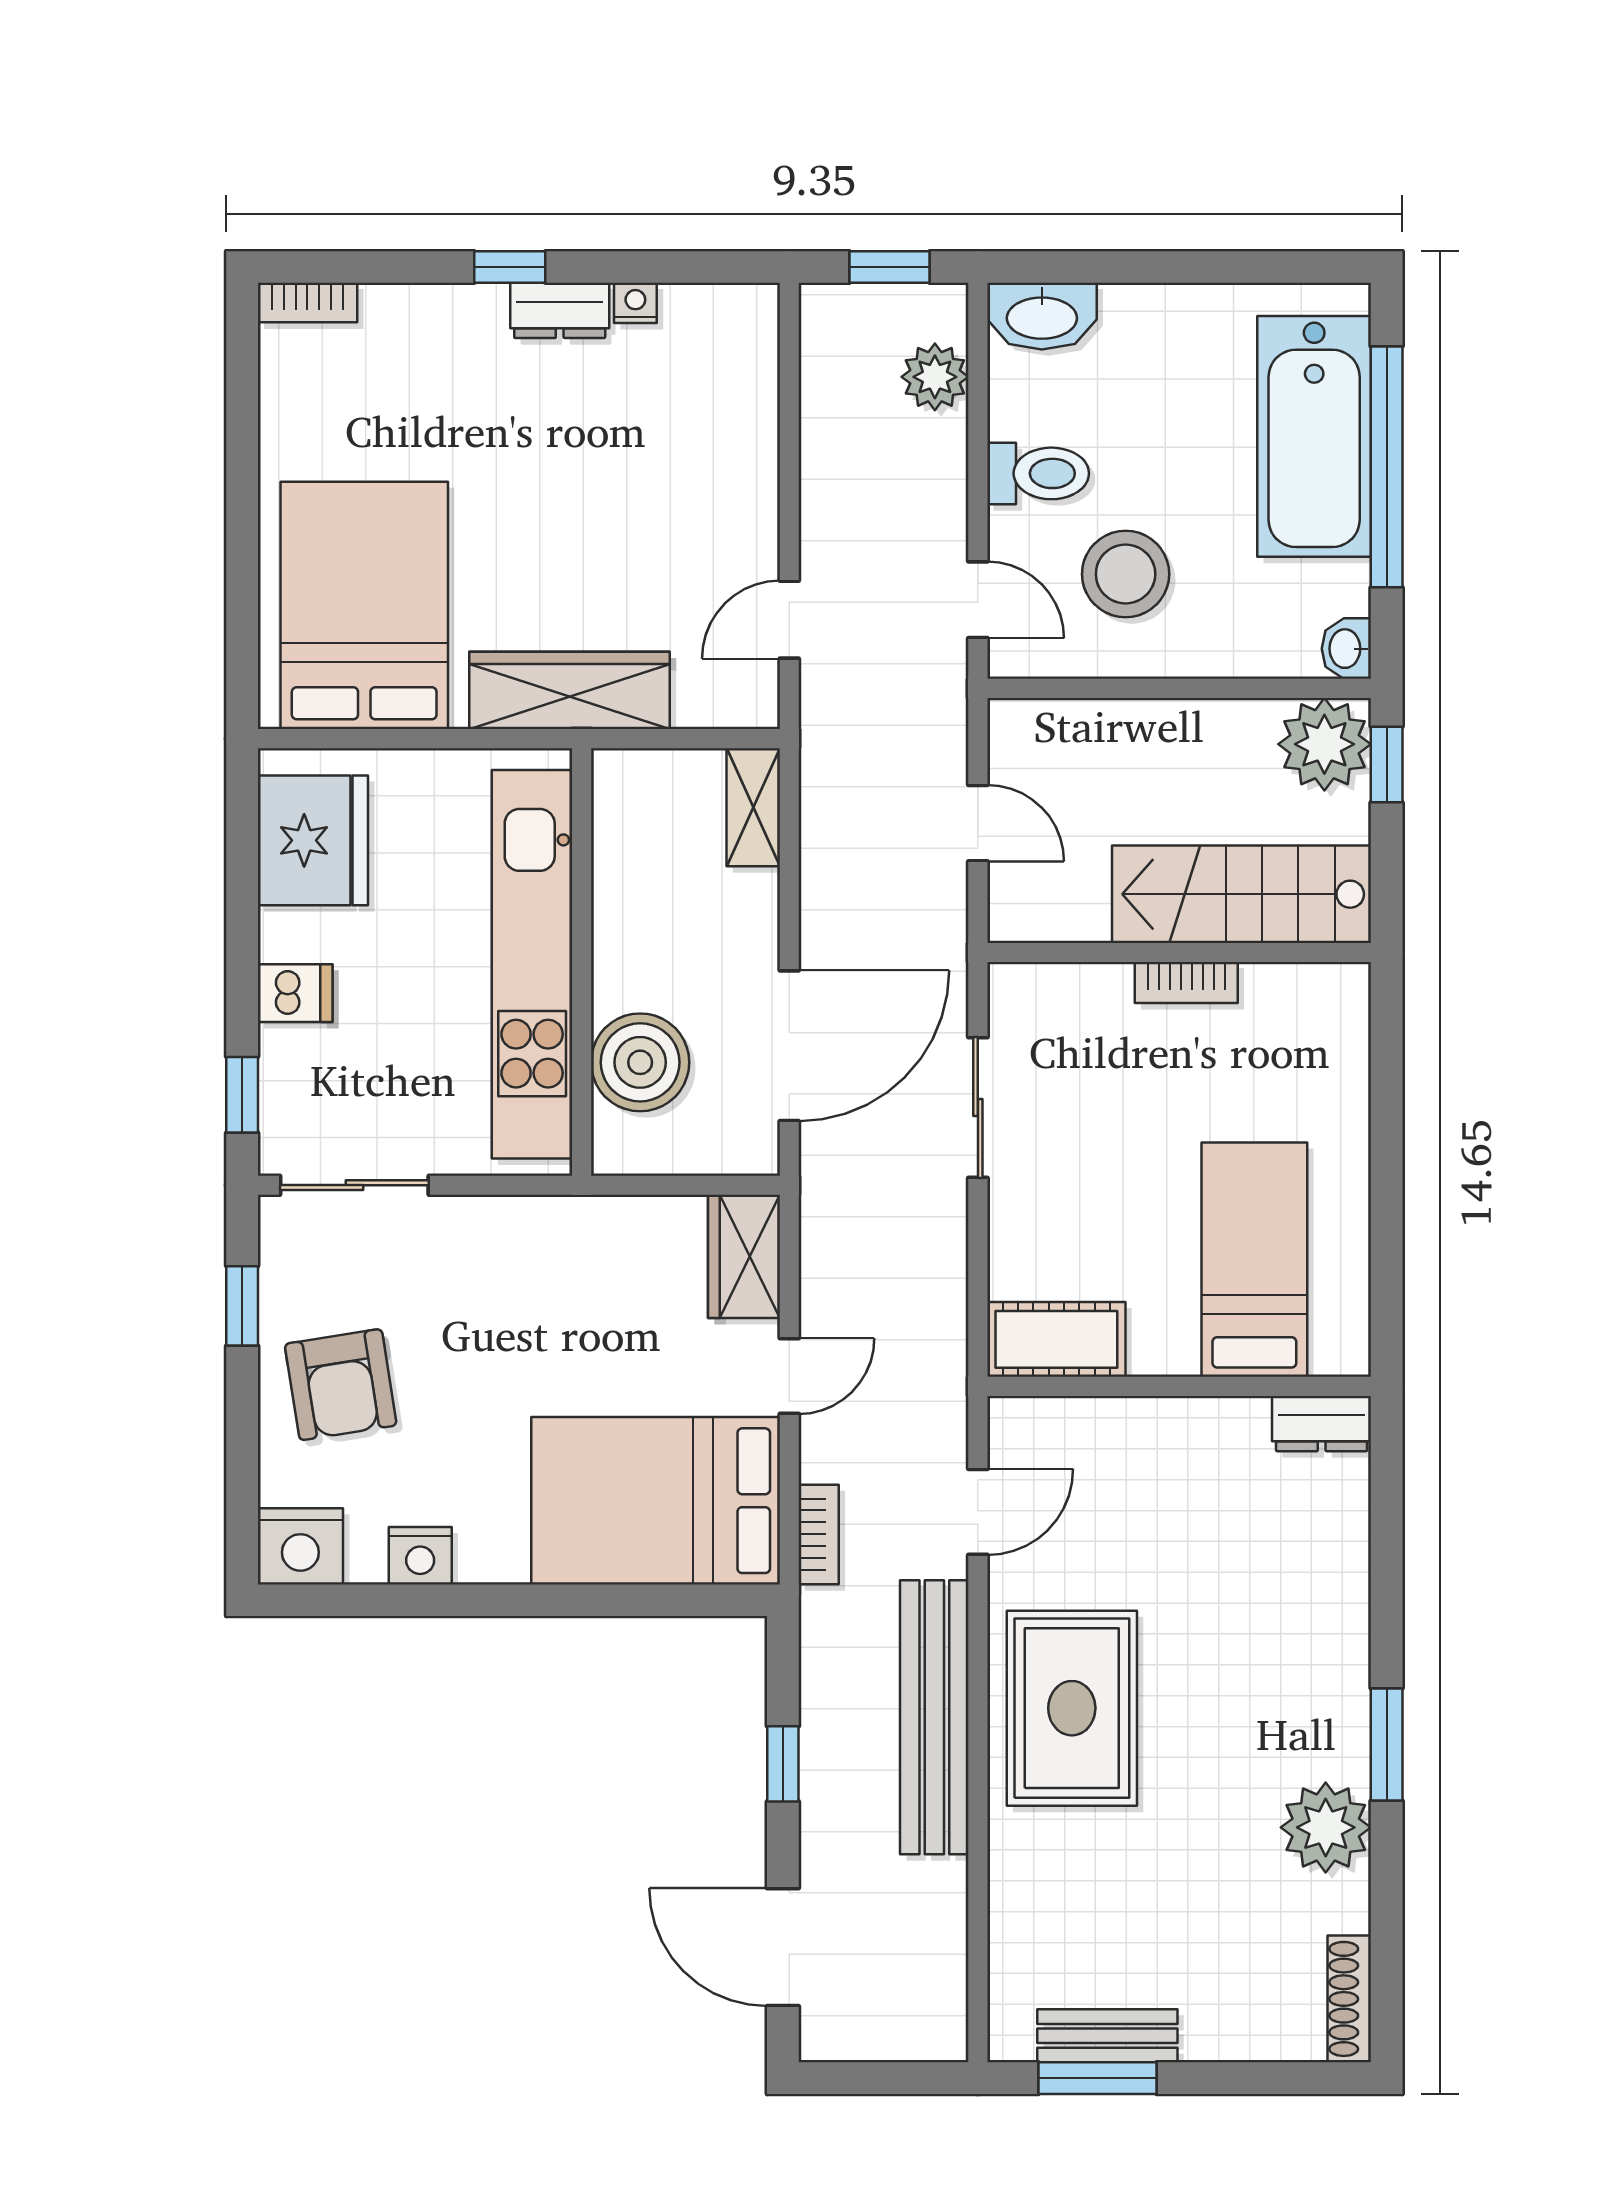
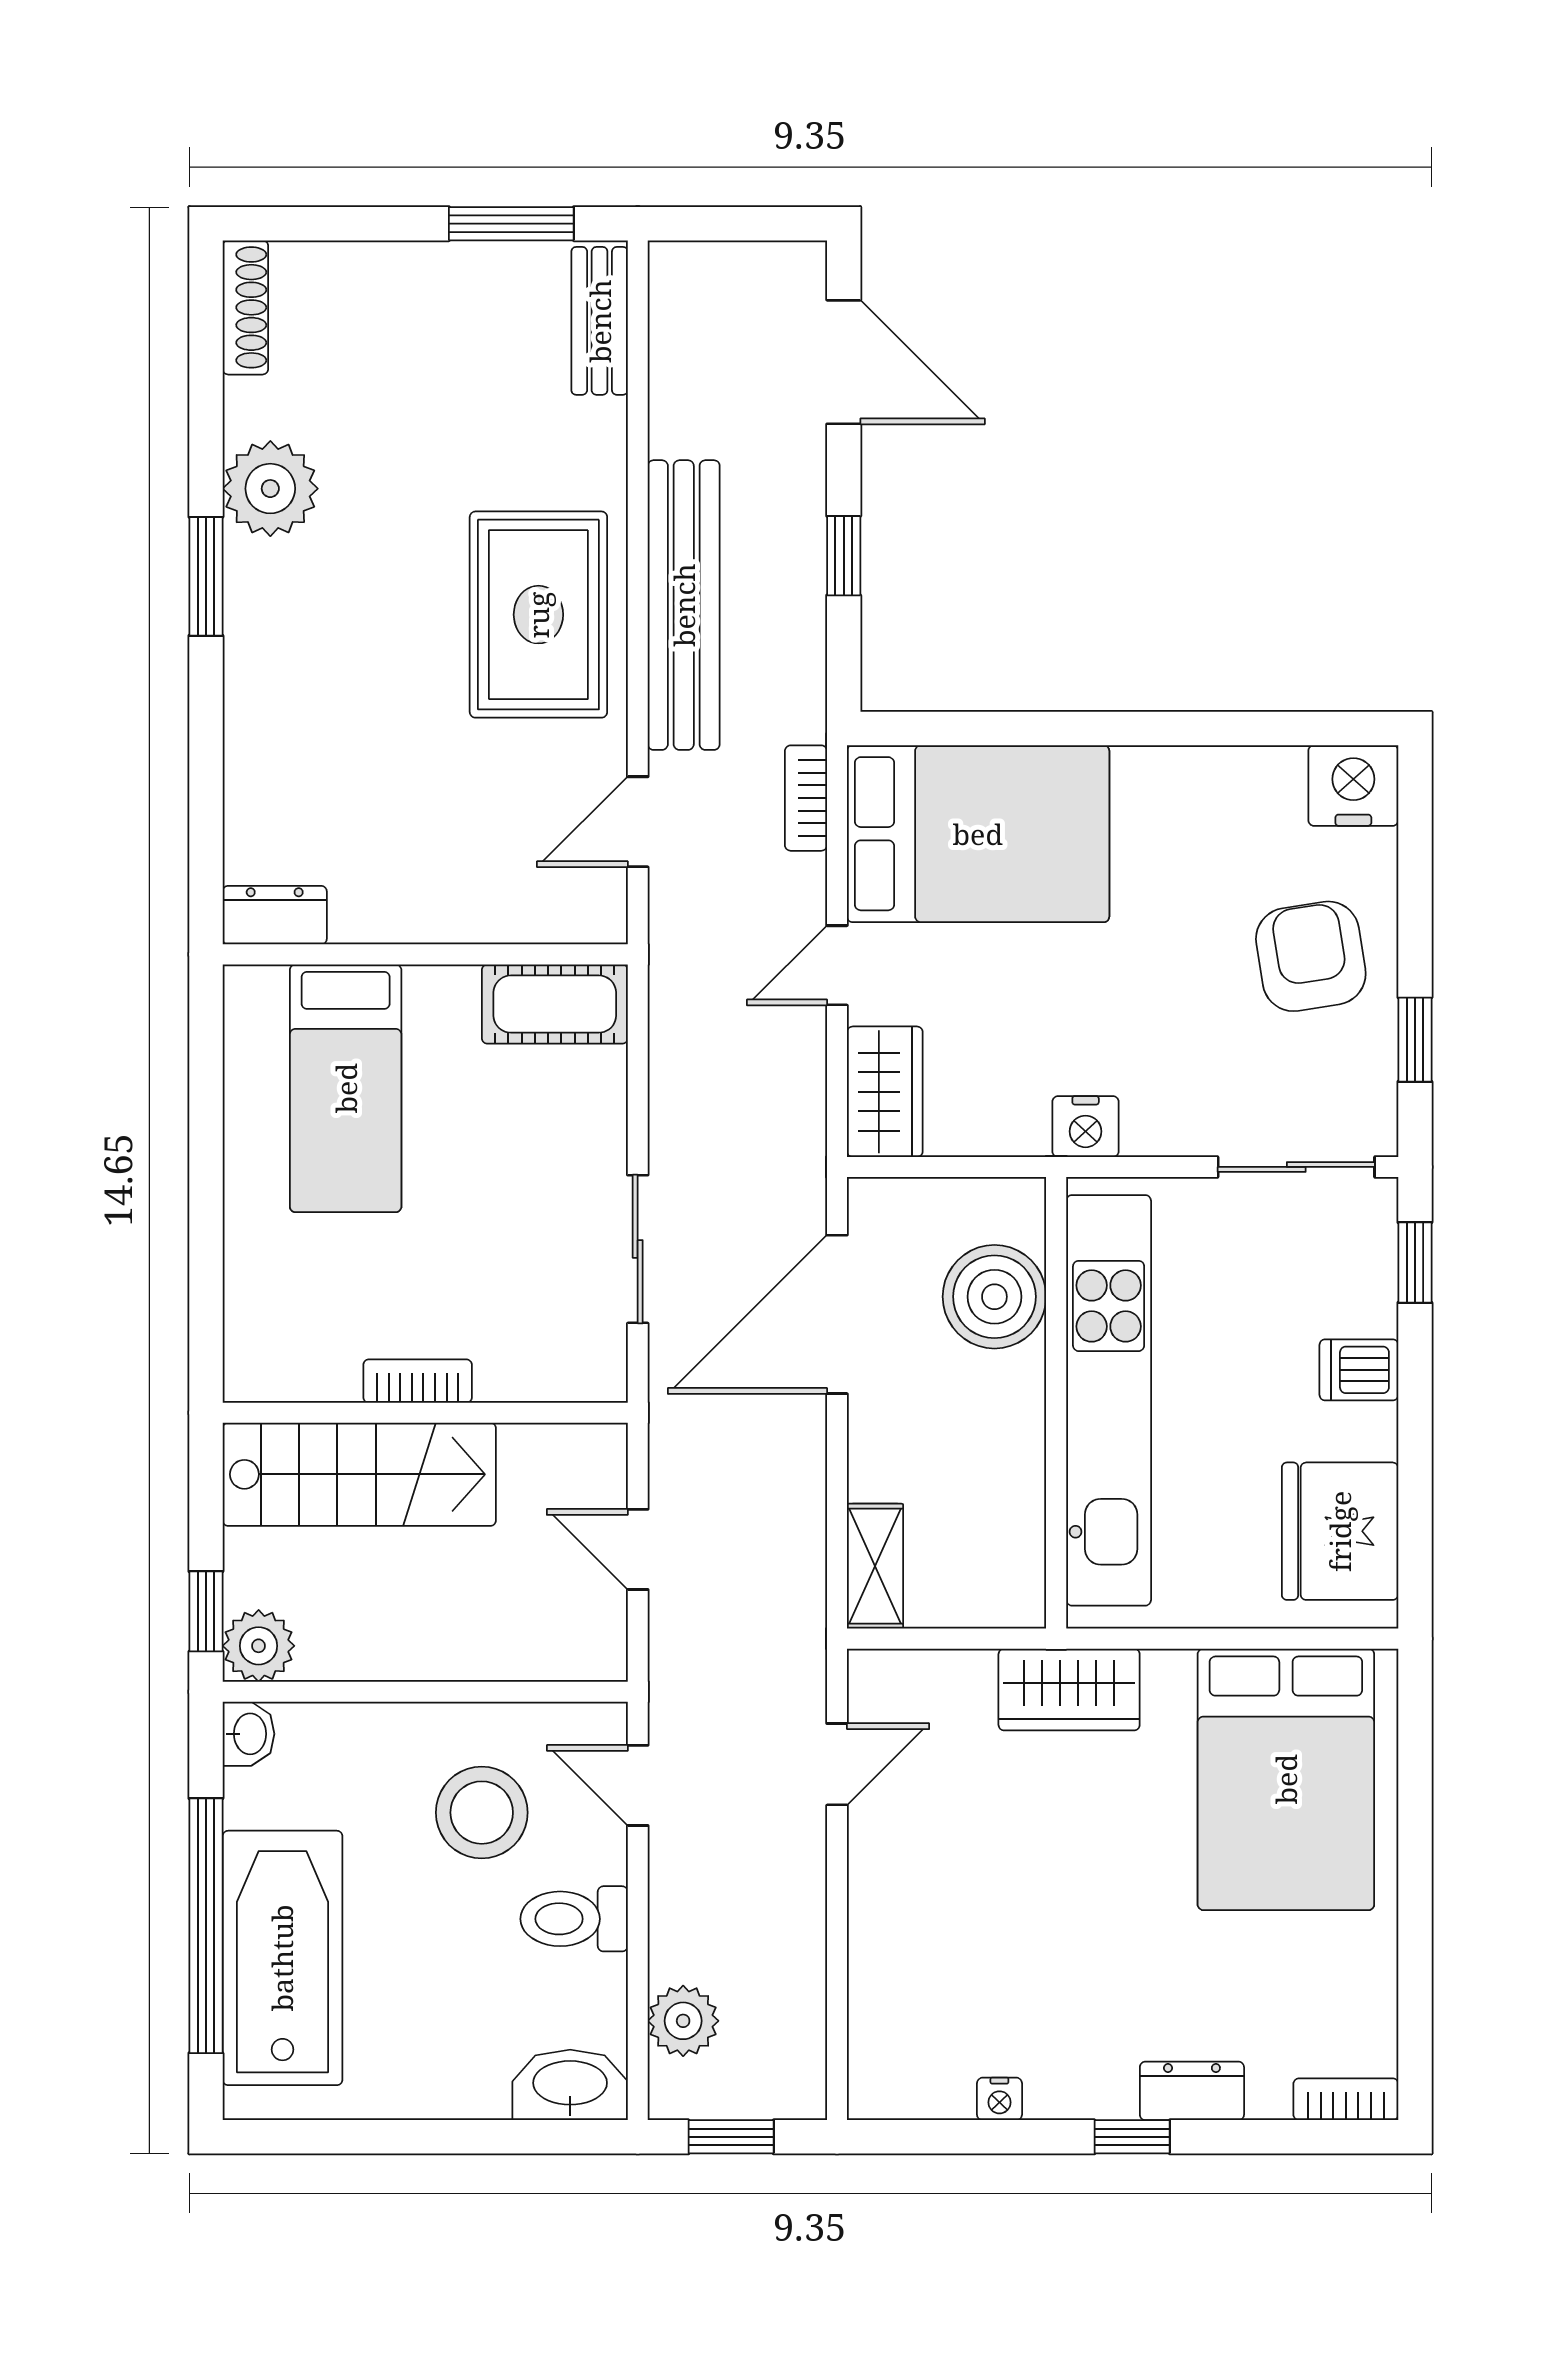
dresser: (560, 310) -> (1192, 2091), moved
wardrobe: (569, 690) -> (1069, 1690), width x0.67
plant: (1324, 744) -> (259, 1646), width x0.73, depth x0.73
nightstand: (420, 1556) -> (1086, 1127), moved, turned 180
bench: (1107, 2036) -> (600, 321), moved, turned 90

